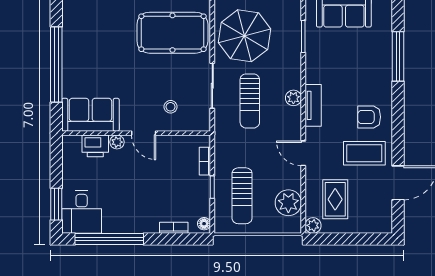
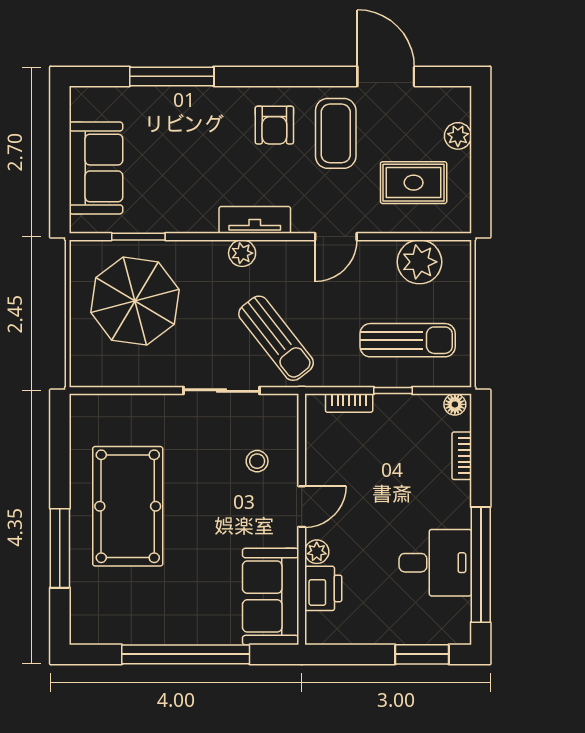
pool table: (172, 33) -> (128, 506), moved
parasol: (244, 36) -> (135, 301), moved
sun lounger: (250, 101) -> (276, 338), moved, turned 52
desk: (82, 212) -> (435, 563), moved
plant: (313, 225) -> (458, 136), moved

